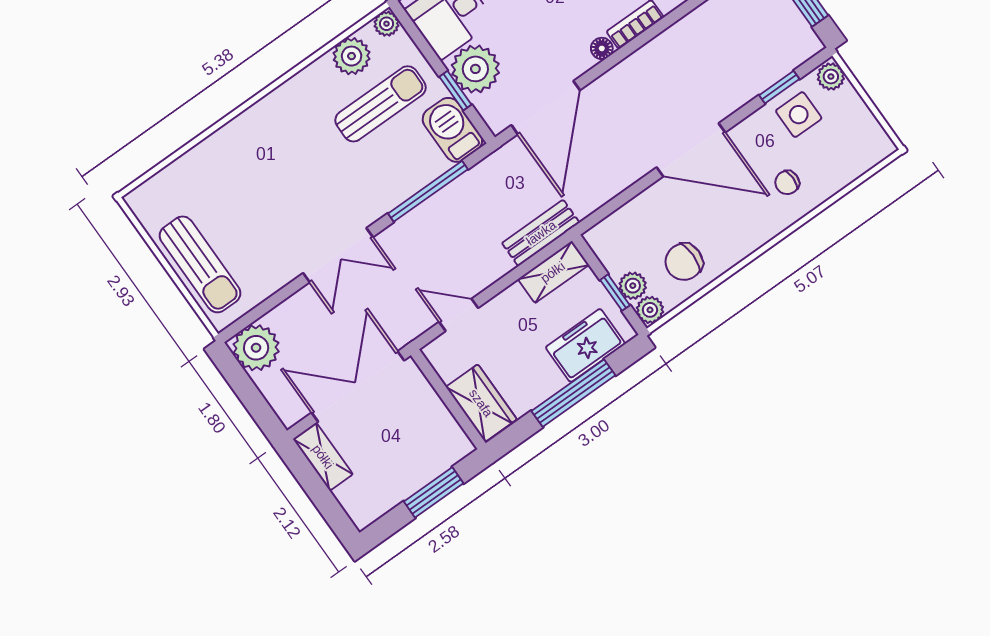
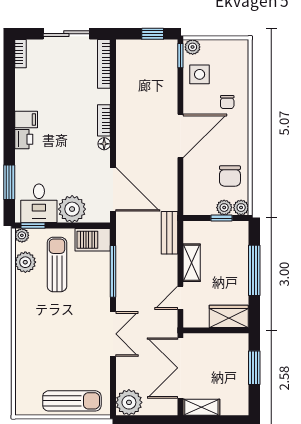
window: (779, 87) -> (180, 56), moved
window: (455, 91) -> (33, 225), moved
shelving: (553, 272) -> (192, 263), moved
freezer: (585, 345) -> (236, 249), removed

